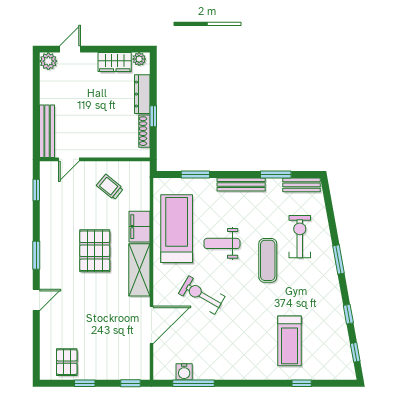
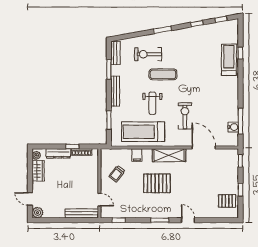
filing cabinet: (140, 227) -> (137, 155), width x0.50
exercise bike: (202, 295) -> (185, 116), turned 150
treadmill: (289, 341) -> (229, 60), moved, turned -90

